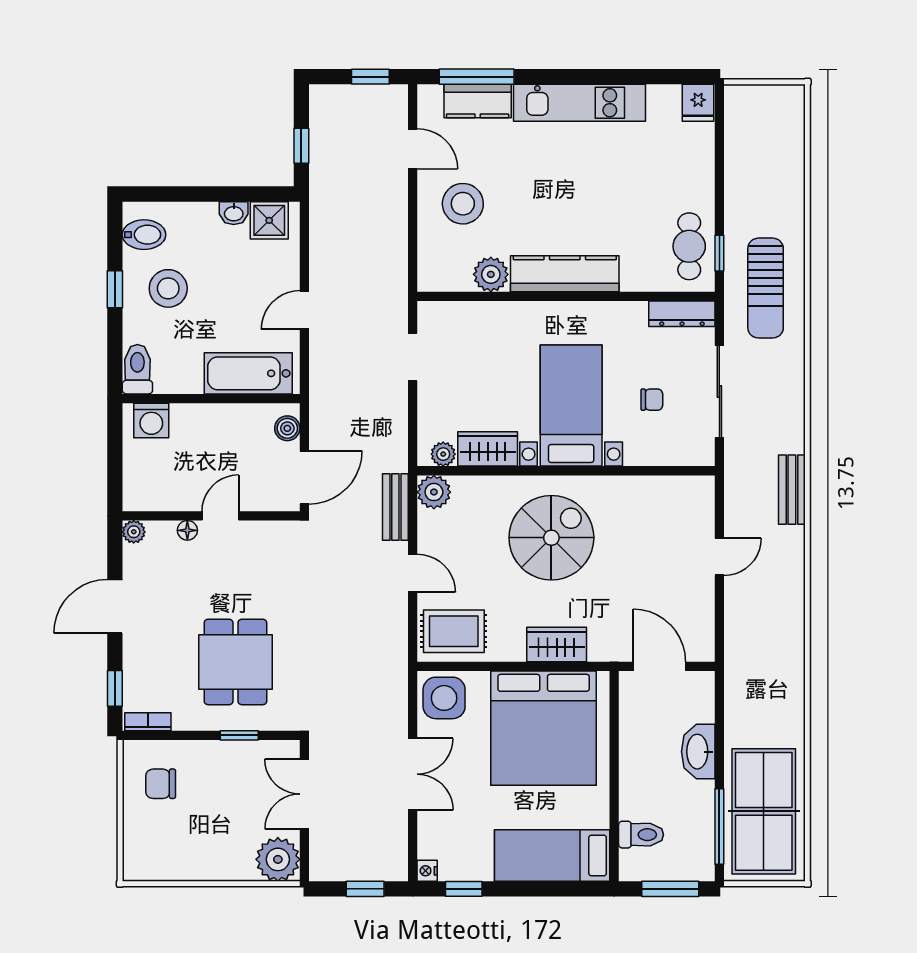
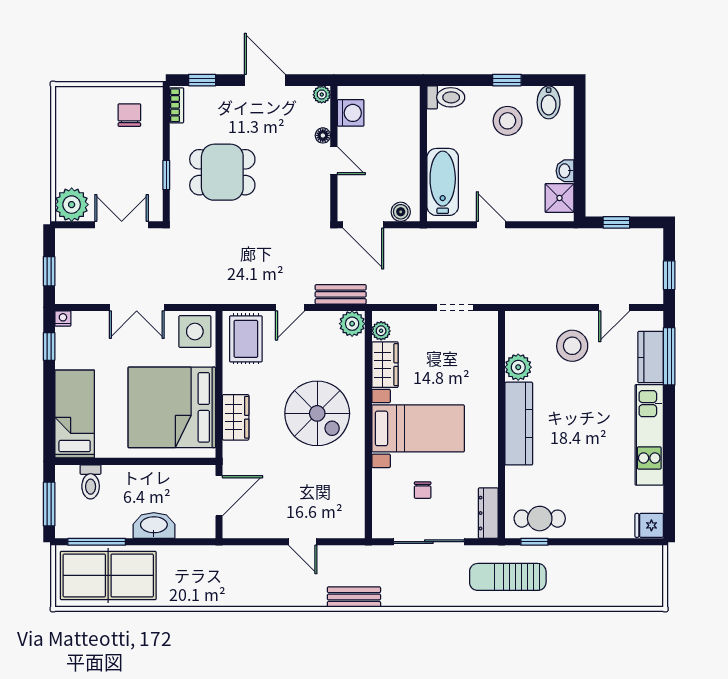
washing machine: (151, 421) -> (351, 113), moved, turned 180

